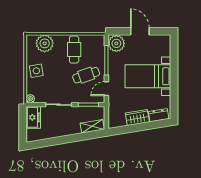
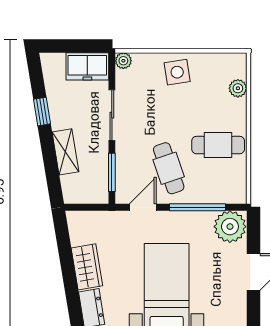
plant: (45, 43) -> (238, 88), width x0.53, depth x0.53
door: (106, 89) -> (143, 207), hinge flipped
shelving: (92, 126) -> (65, 152), moved
window: (57, 141) -> (42, 112), added

